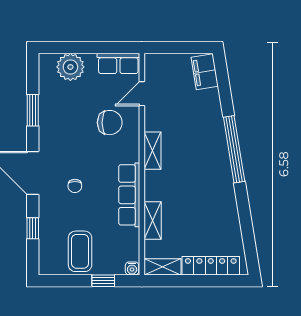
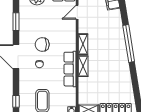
chair: (110, 123) -> (42, 44), moved, turned 180
shelving: (153, 221) -> (83, 66), moved
window: (33, 228) -> (16, 101), moved

